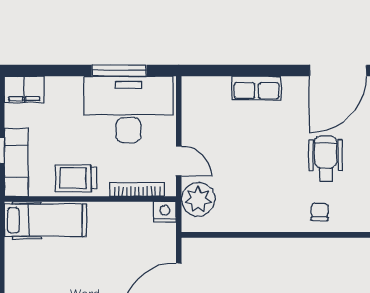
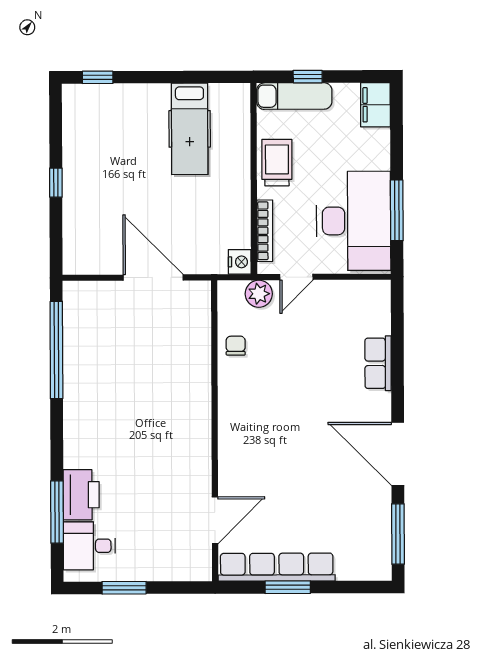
wheelchair: (326, 159) -> (299, 441), removed
plant: (198, 199) -> (259, 294), width x0.73, depth x0.73
chair: (320, 212) -> (236, 346), moved, turned -90
hospital bed: (45, 220) -> (190, 129), moved

